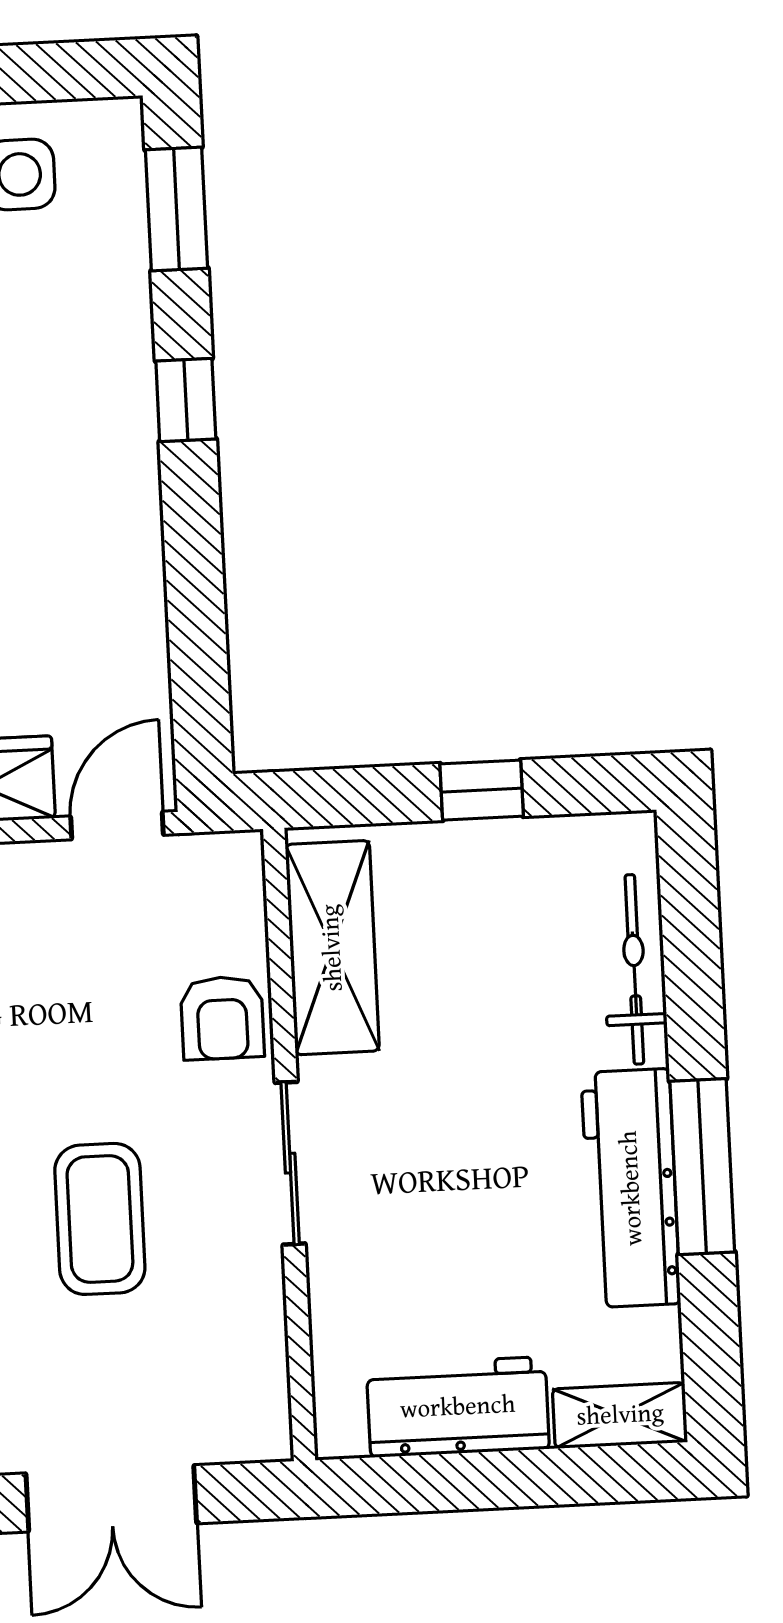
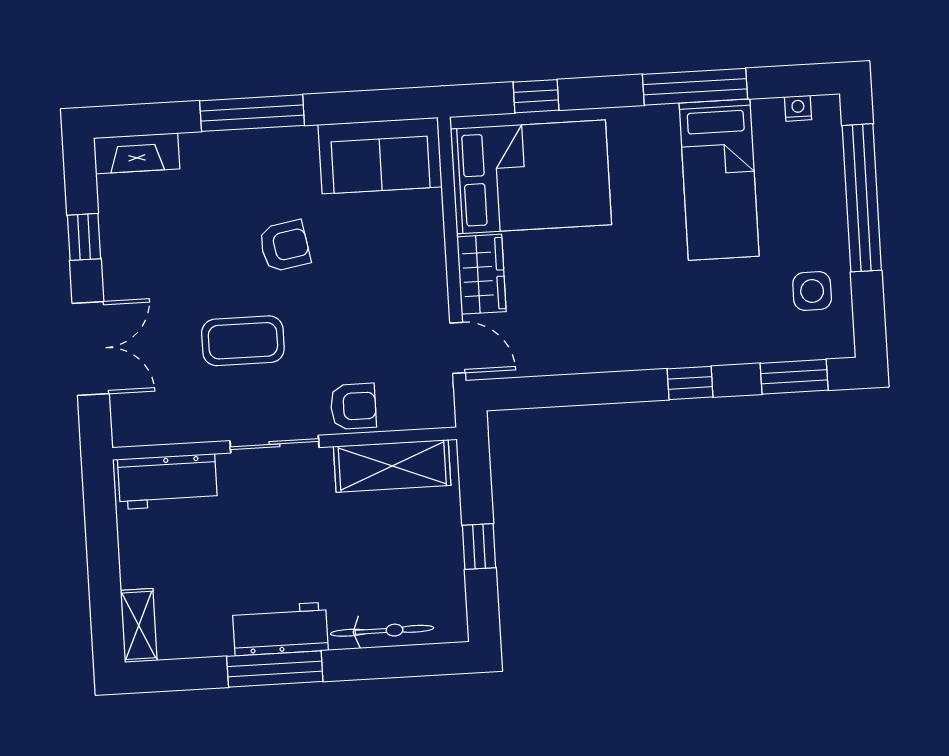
armchair: (222, 1018) -> (353, 406), turned 180
workbench: (631, 1188) -> (280, 629), width x0.73
workbench: (458, 1407) -> (167, 482), moved, turned 90
double door: (111, 1498) -> (91, 349), swing flipped

